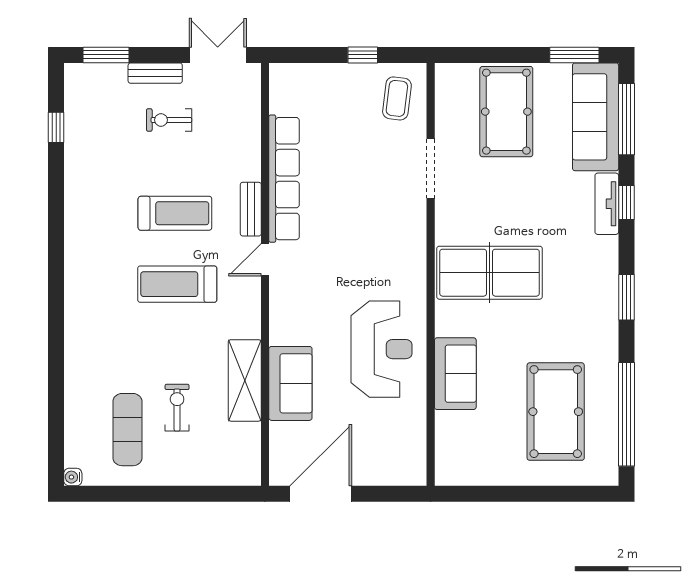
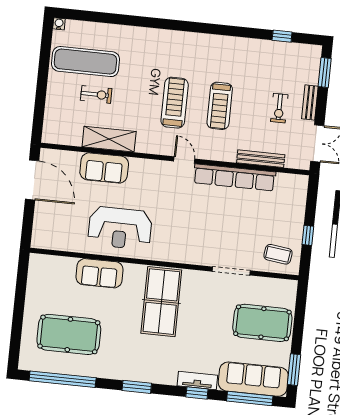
exercise bike: (169, 120) -> (279, 108), turned 180
bench: (251, 209) -> (261, 159), moved, width x1.36
exercise mat: (127, 430) -> (85, 62), width x1.36, depth x1.45

